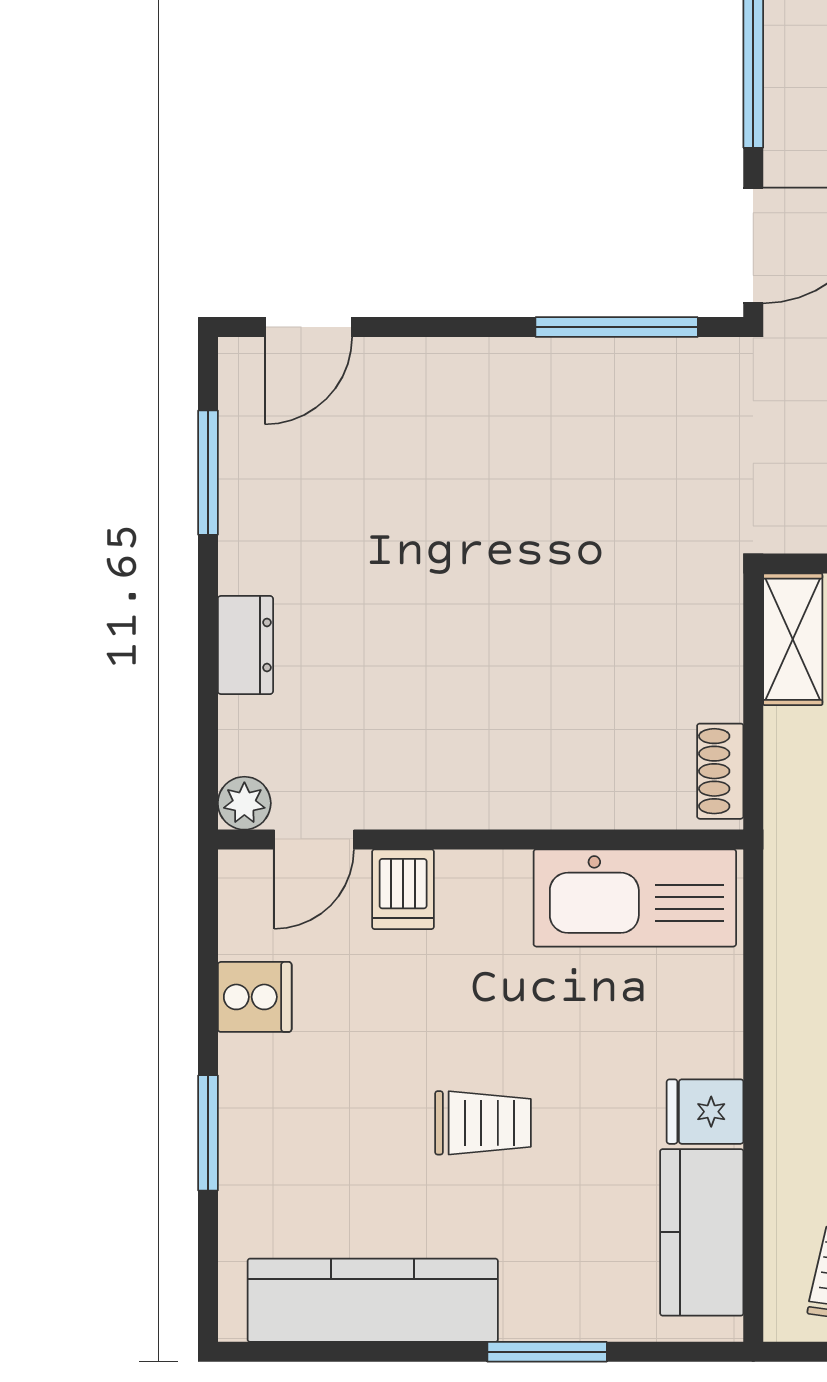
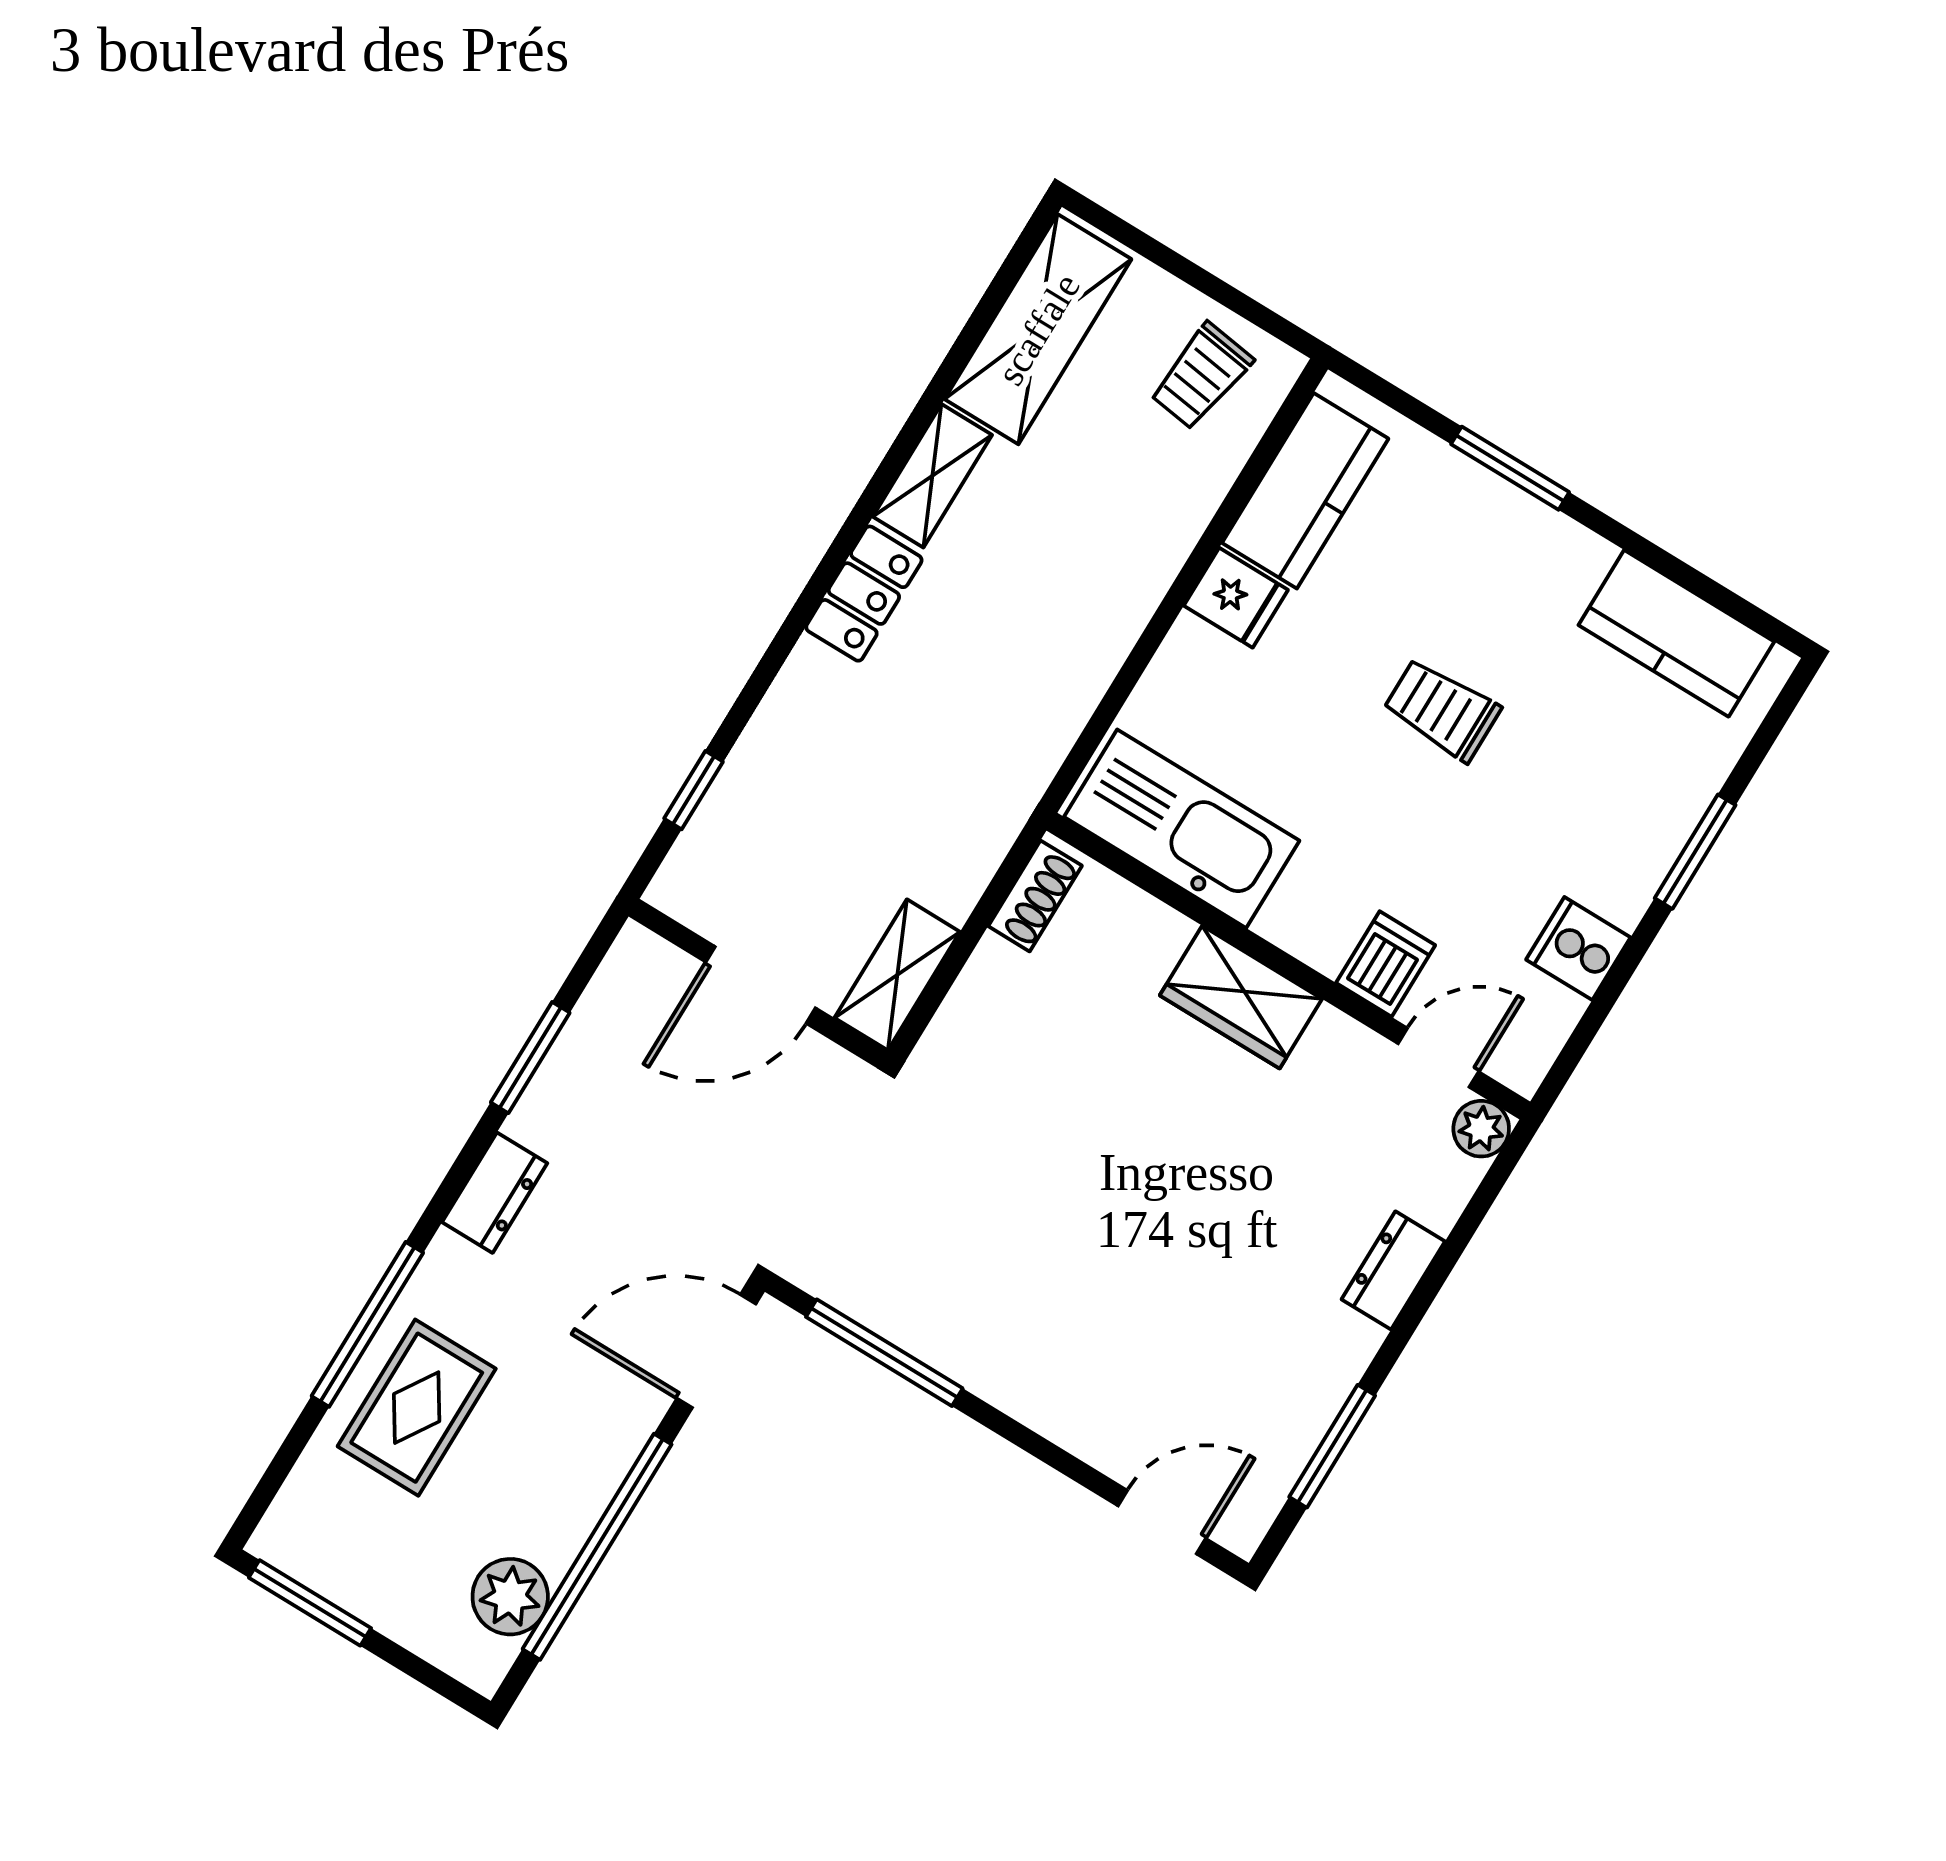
wardrobe: (504, 791) -> (1241, 997), added
kitchen counter: (373, 1300) -> (1676, 633), width x0.67

